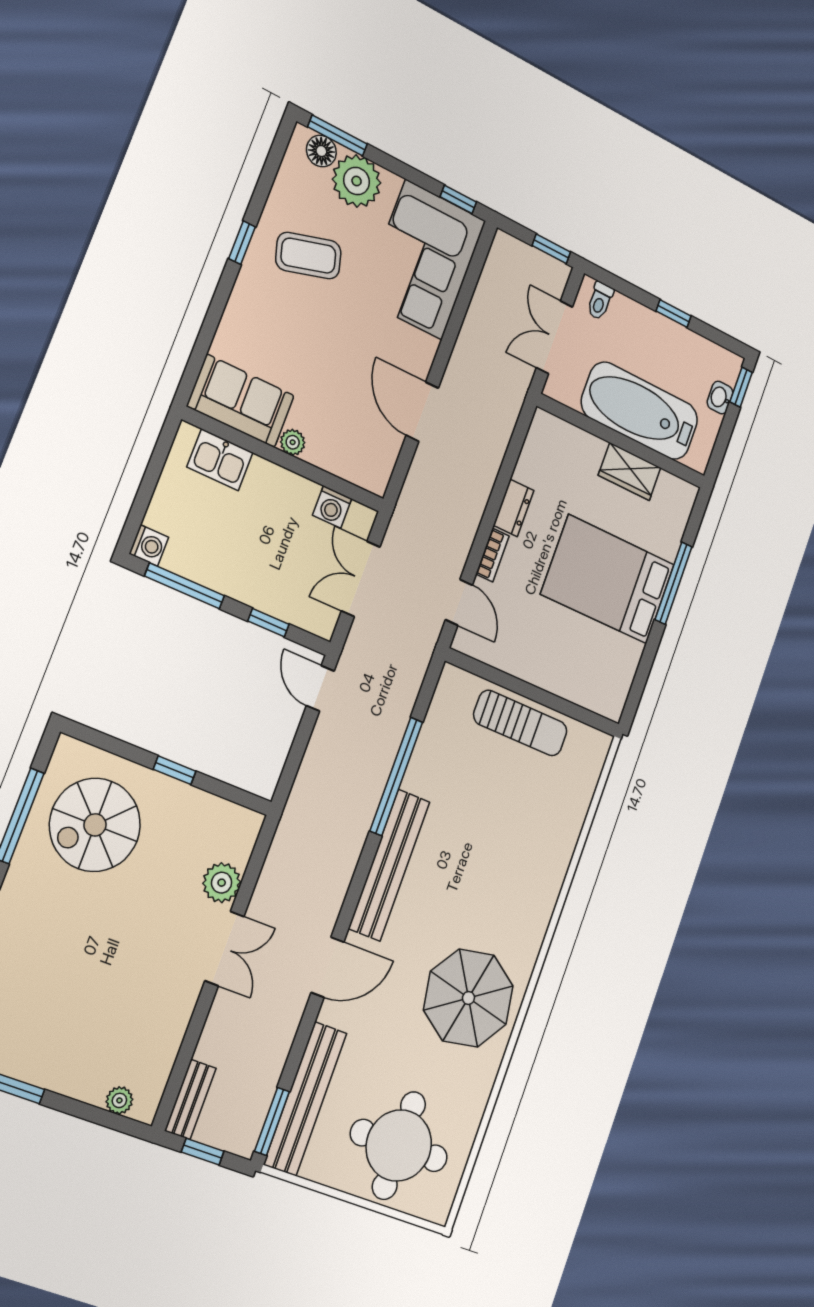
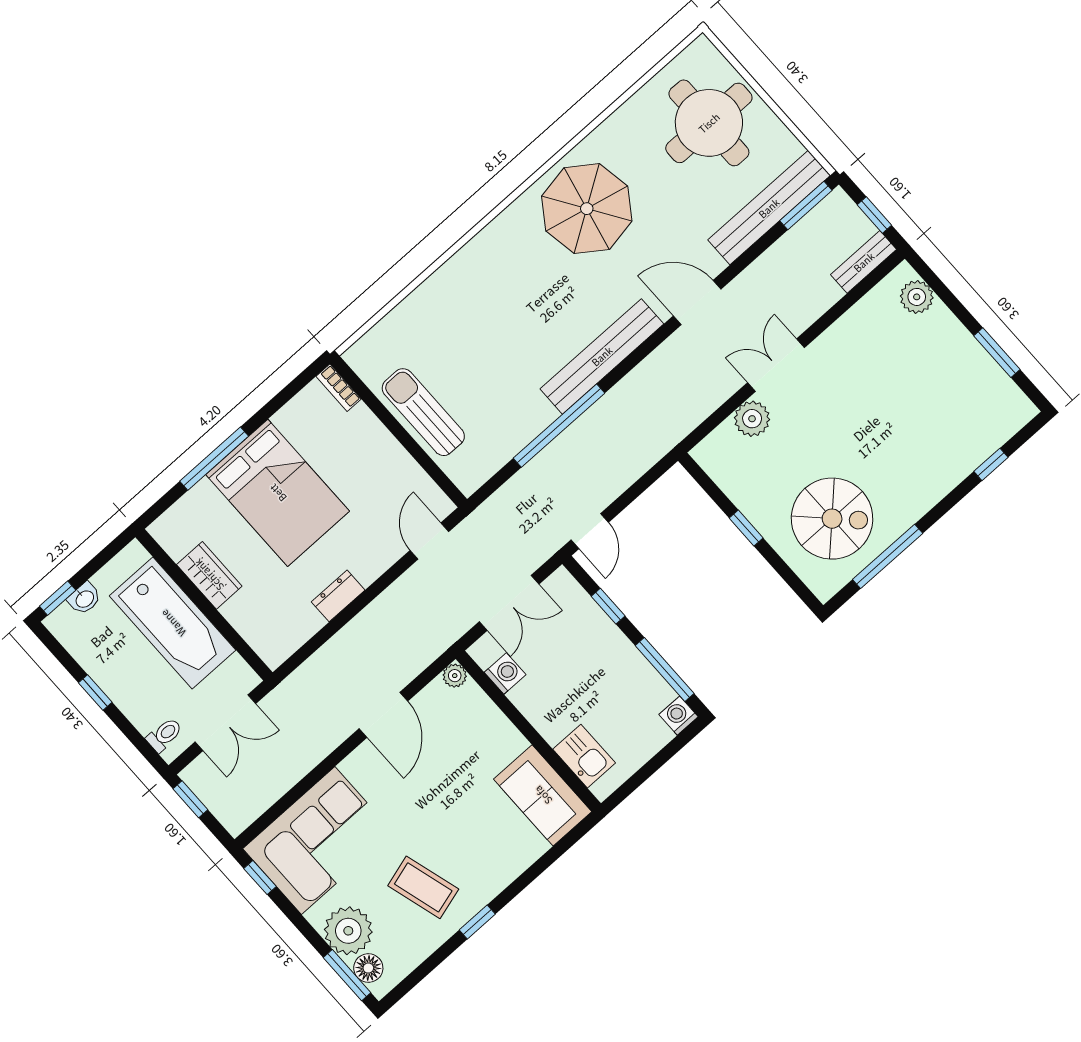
plant: (293, 442) -> (455, 676), moved
bookcase: (492, 555) -> (339, 388), moved, turned -90
plant: (119, 1100) -> (917, 297), width x1.38, depth x1.38

